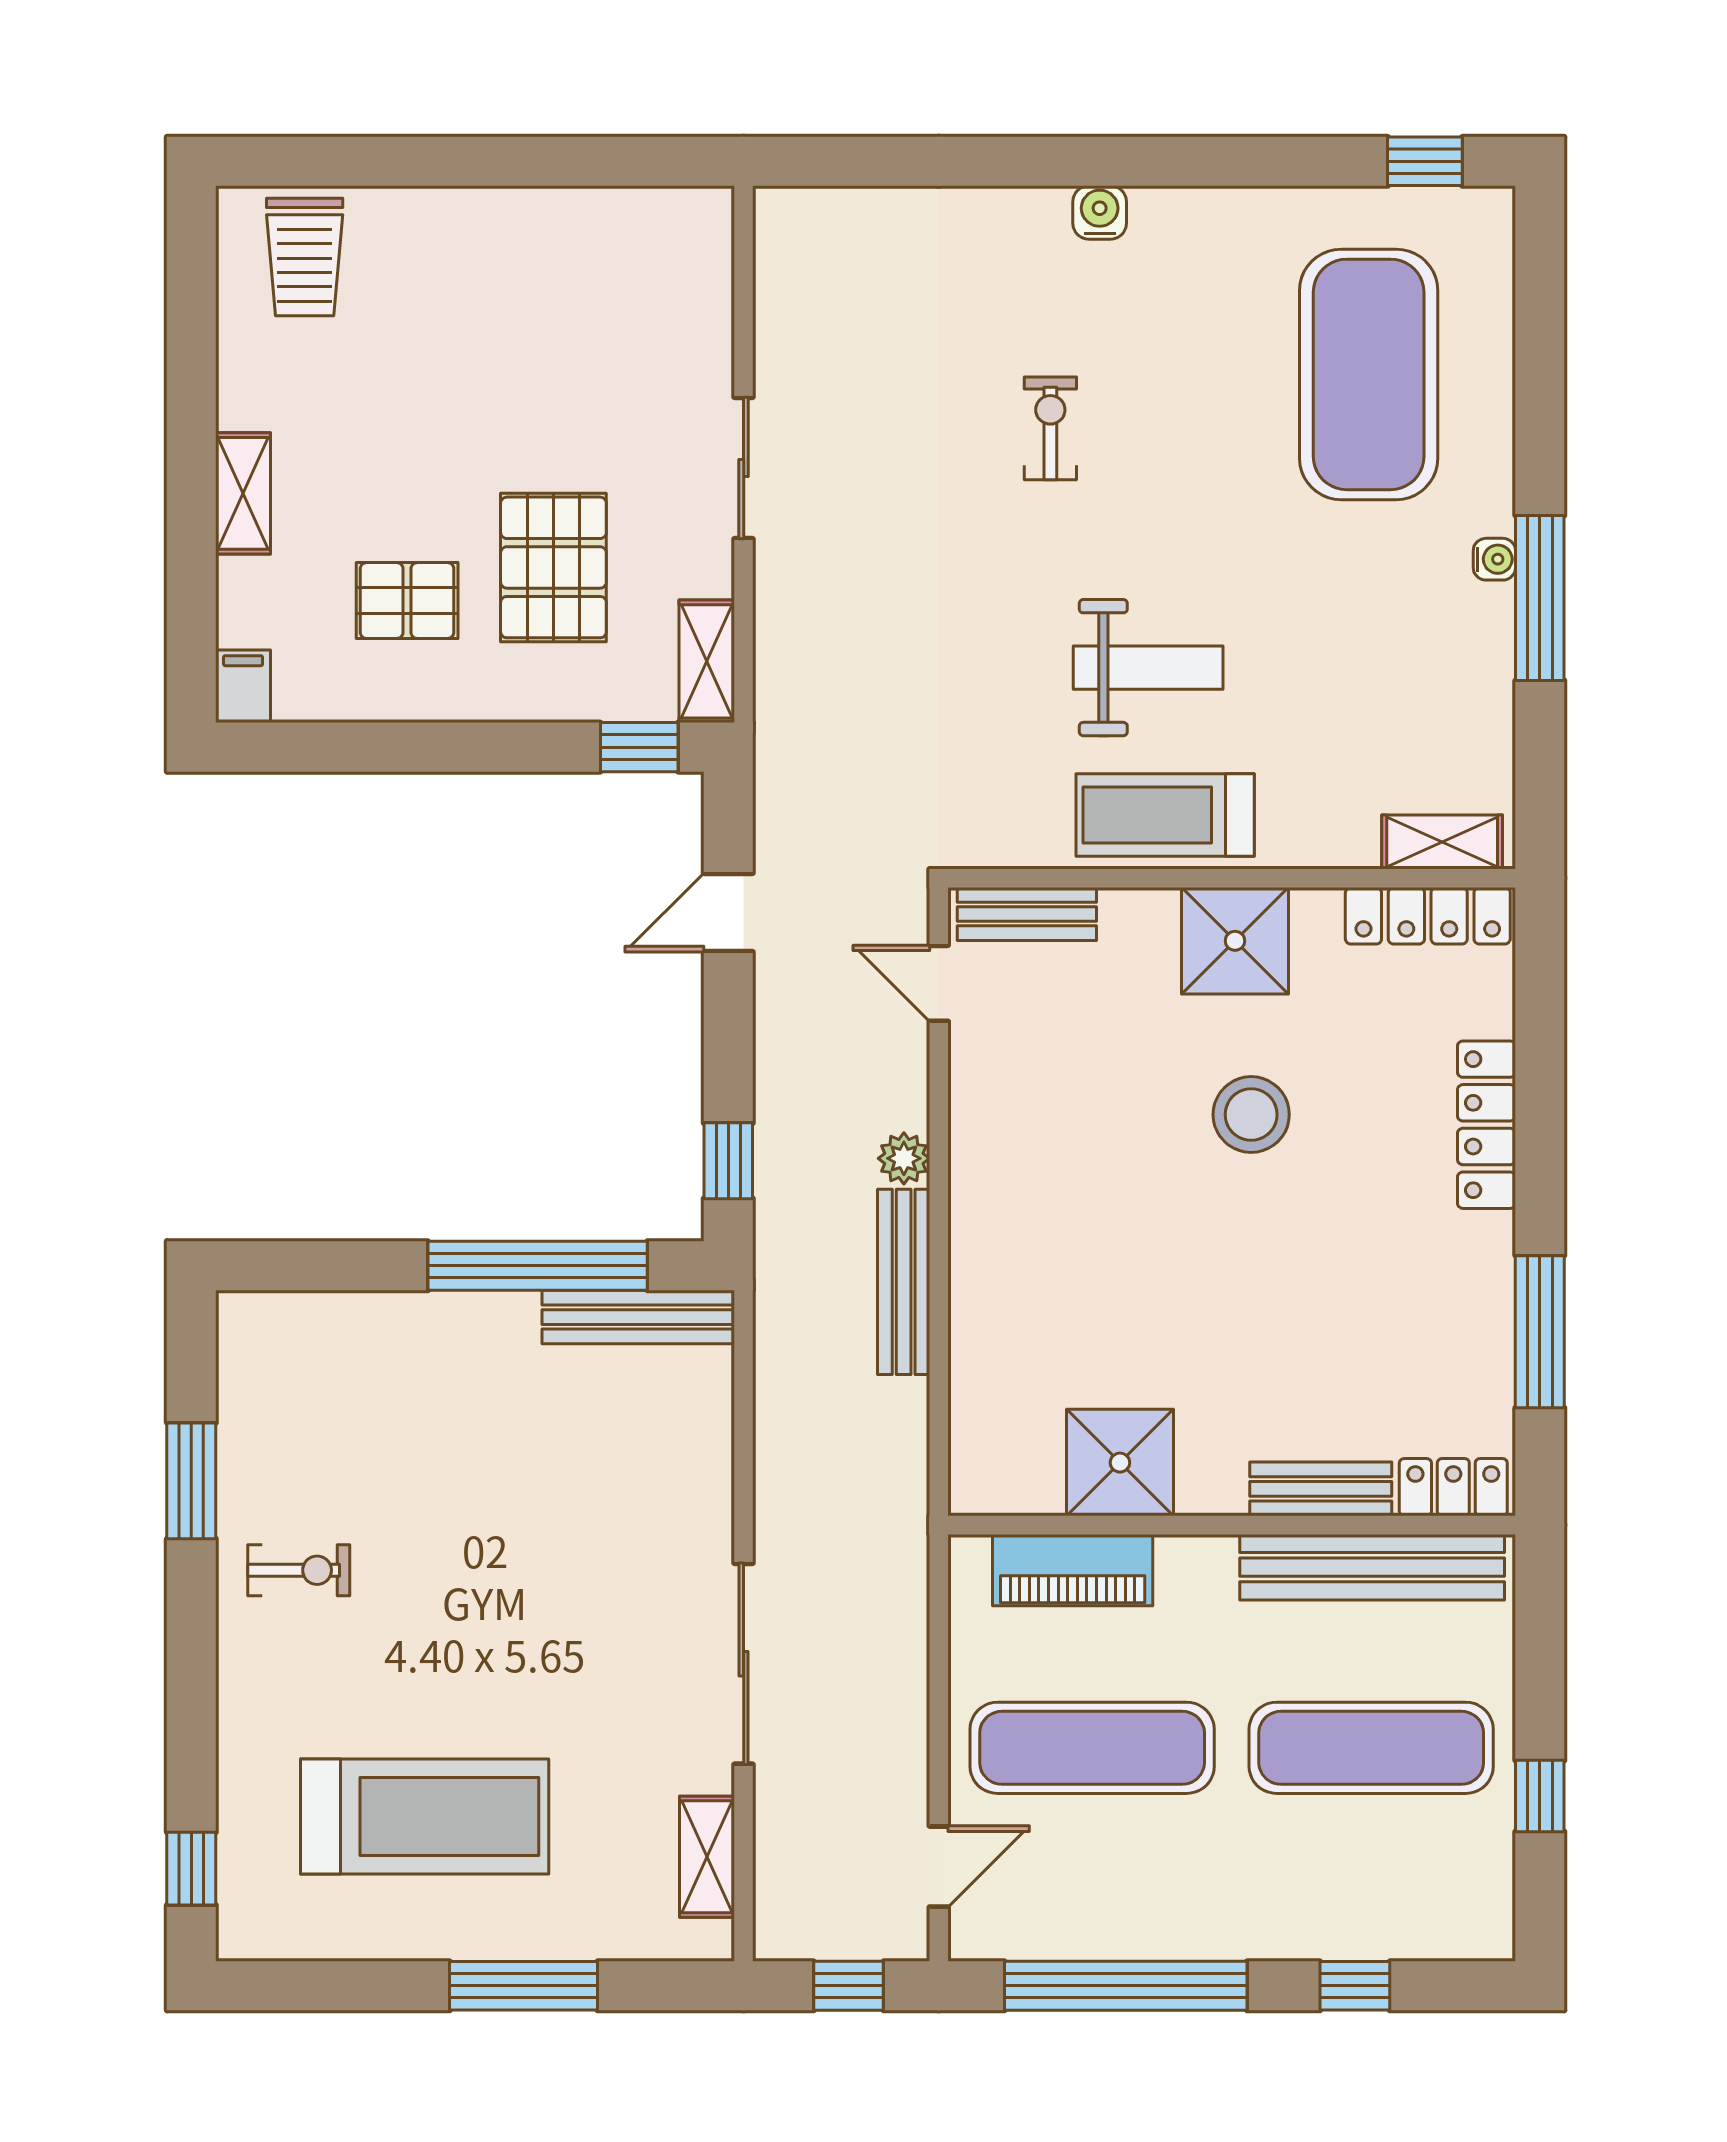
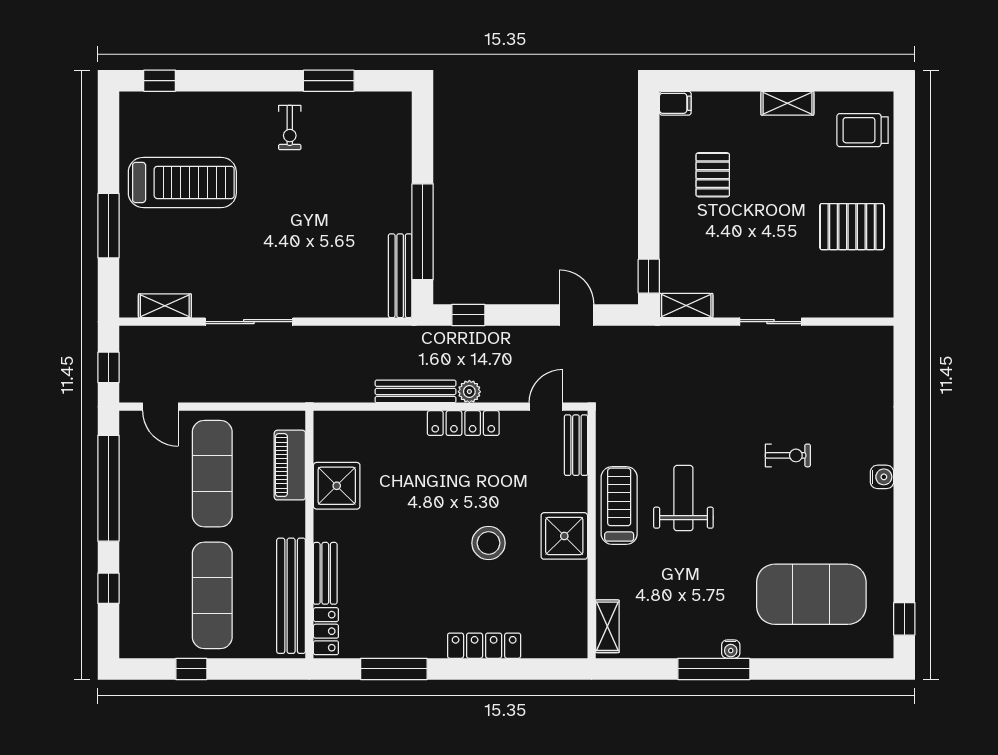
shelving: (243, 493) -> (787, 103), moved
pallet: (553, 567) -> (852, 227), moved
weight bench: (1148, 668) -> (683, 498), turned 180
locker: (1428, 916) -> (463, 423), moved, turned -90
treadmill: (425, 1816) -> (182, 182), turned -90

